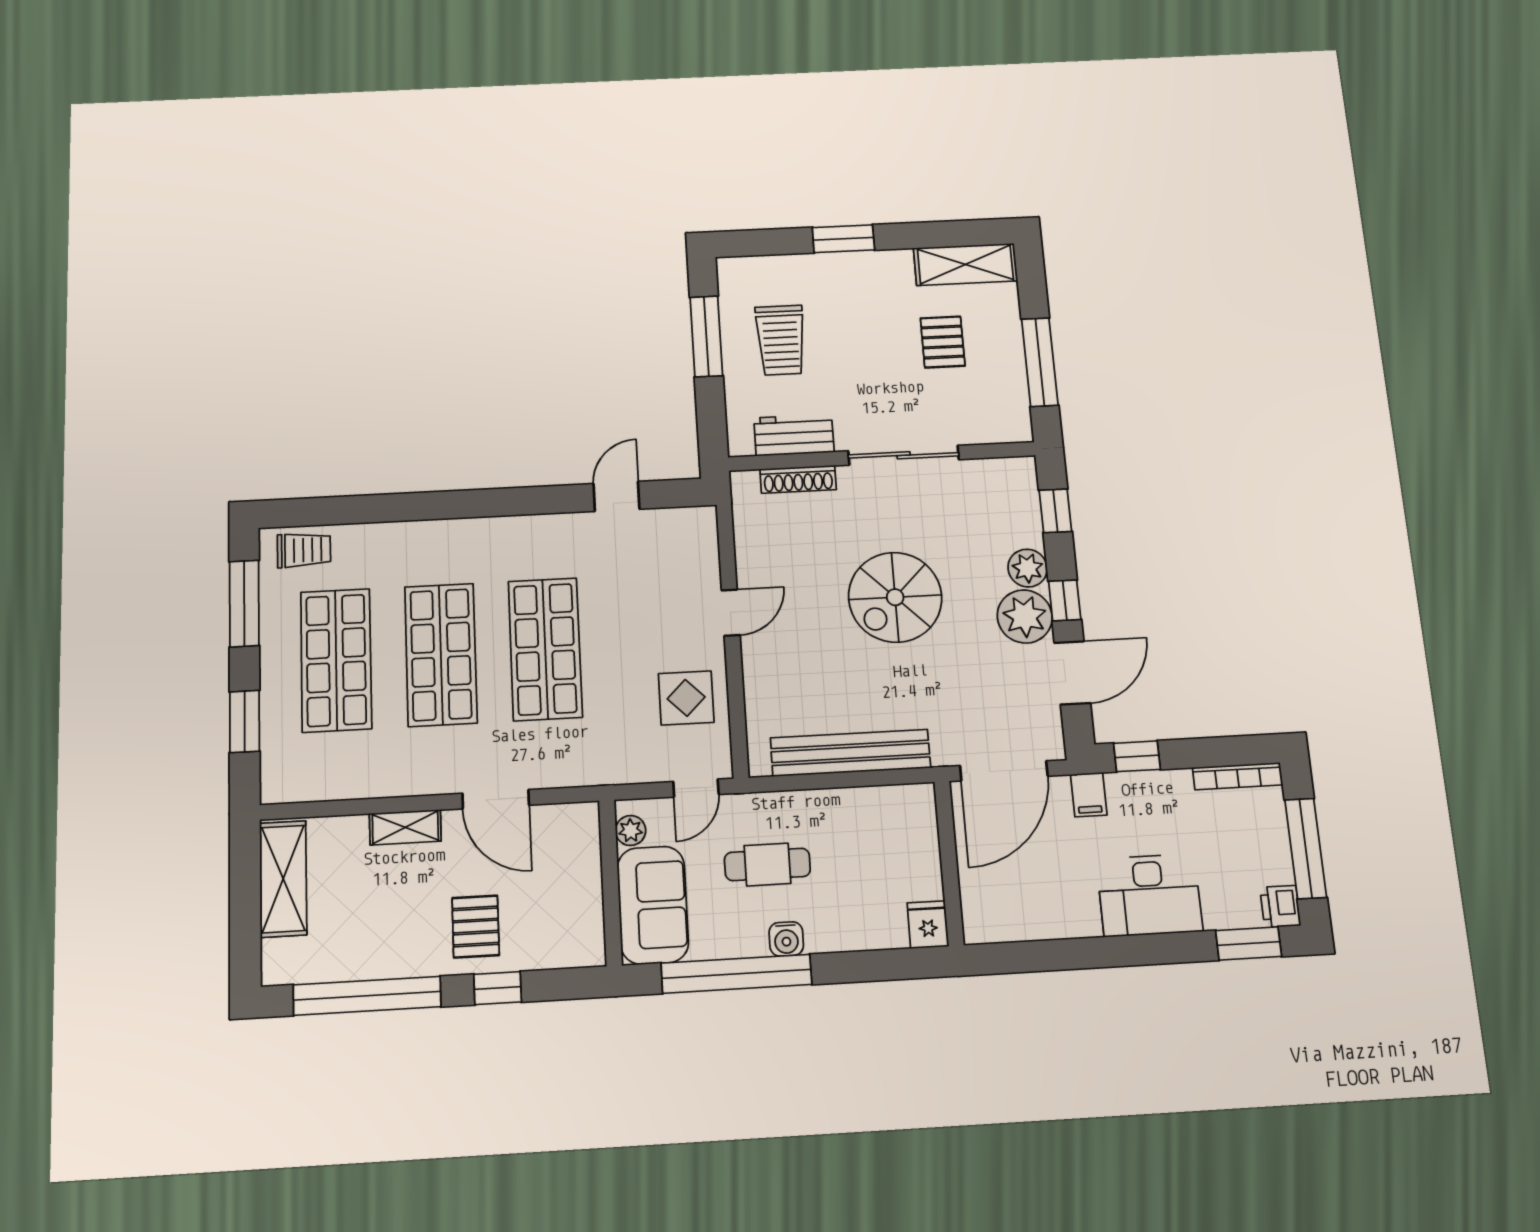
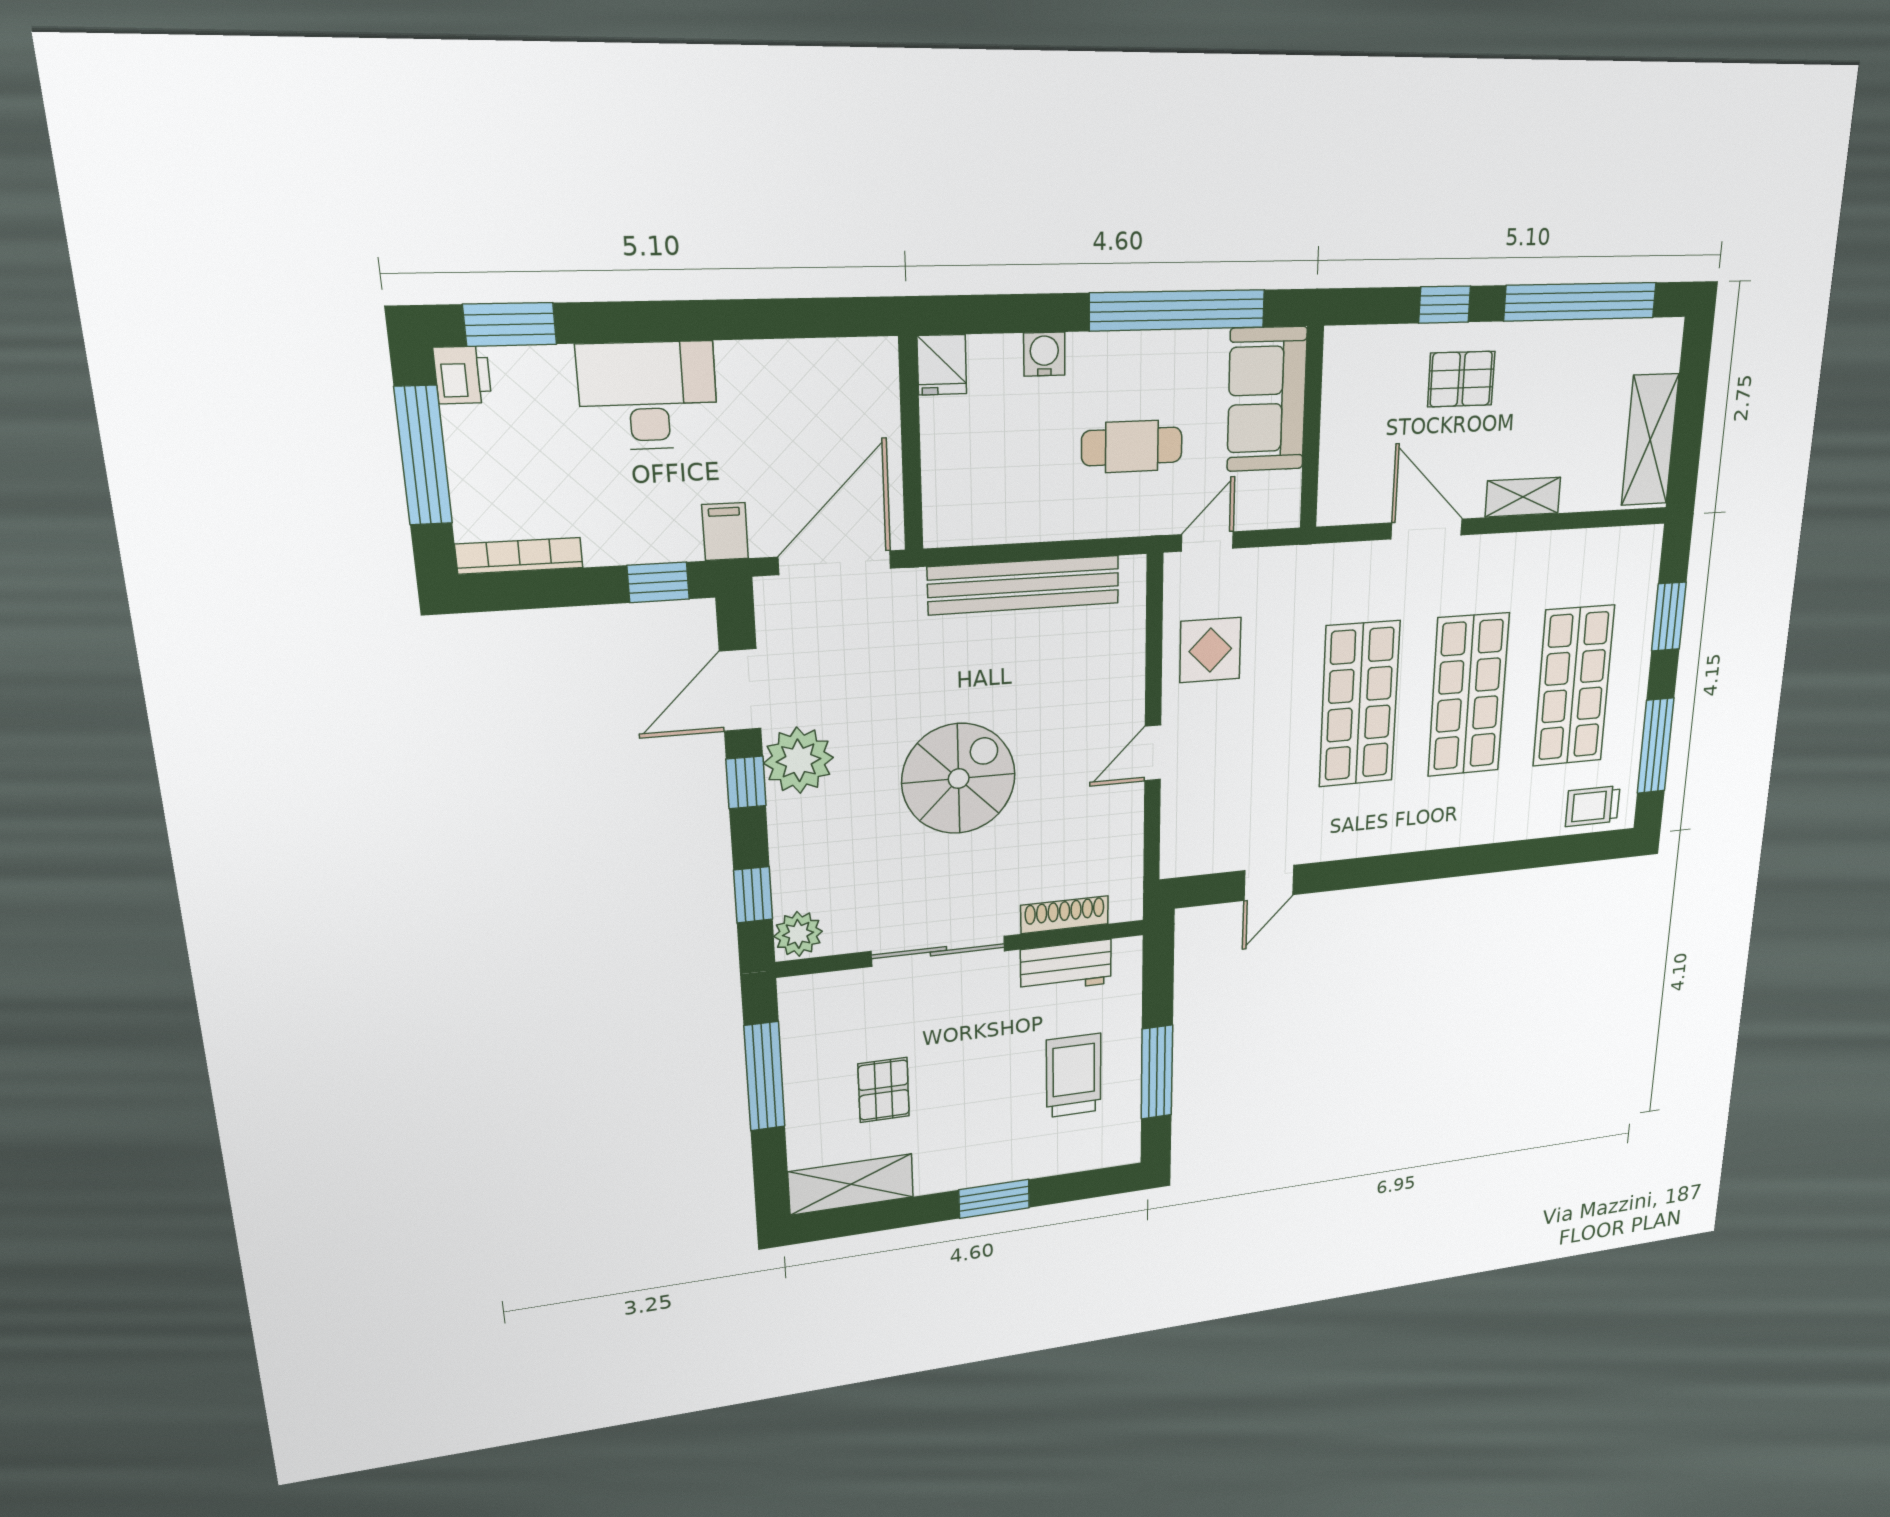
plant: (1028, 568) -> (798, 934), moved
plant: (631, 831) -> (1285, 491), removed
pallet: (476, 927) -> (1461, 379), turned 90
water cooler: (786, 939) -> (1044, 354), moved

